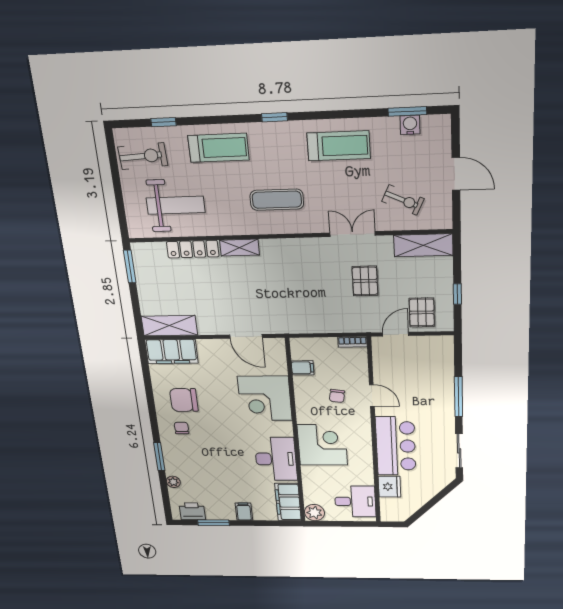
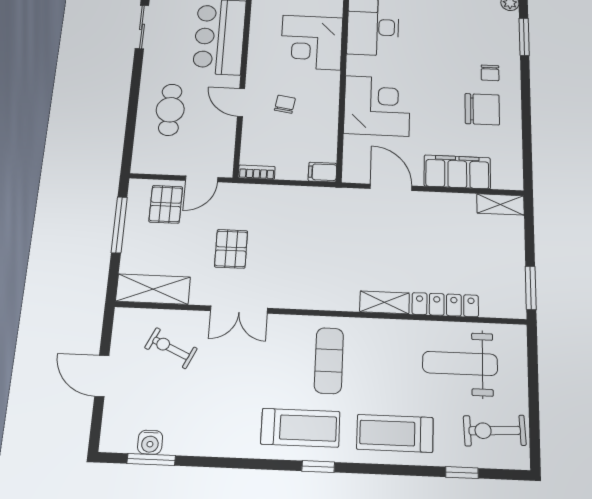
treadmill: (339, 146) -> (300, 428), moved, turned 180
exercise mat: (277, 200) -> (329, 361), turned 90
window: (457, 294) -> (119, 225), width x2.17
shelving: (169, 326) -> (500, 204), width x0.67, depth x0.75
filing cabinet: (171, 351) -> (457, 172), moved
filing cabinet: (303, 368) -> (322, 172), moved
cafe table: (428, 387) -> (170, 110), added
window: (458, 397) -> (134, 95), removed

